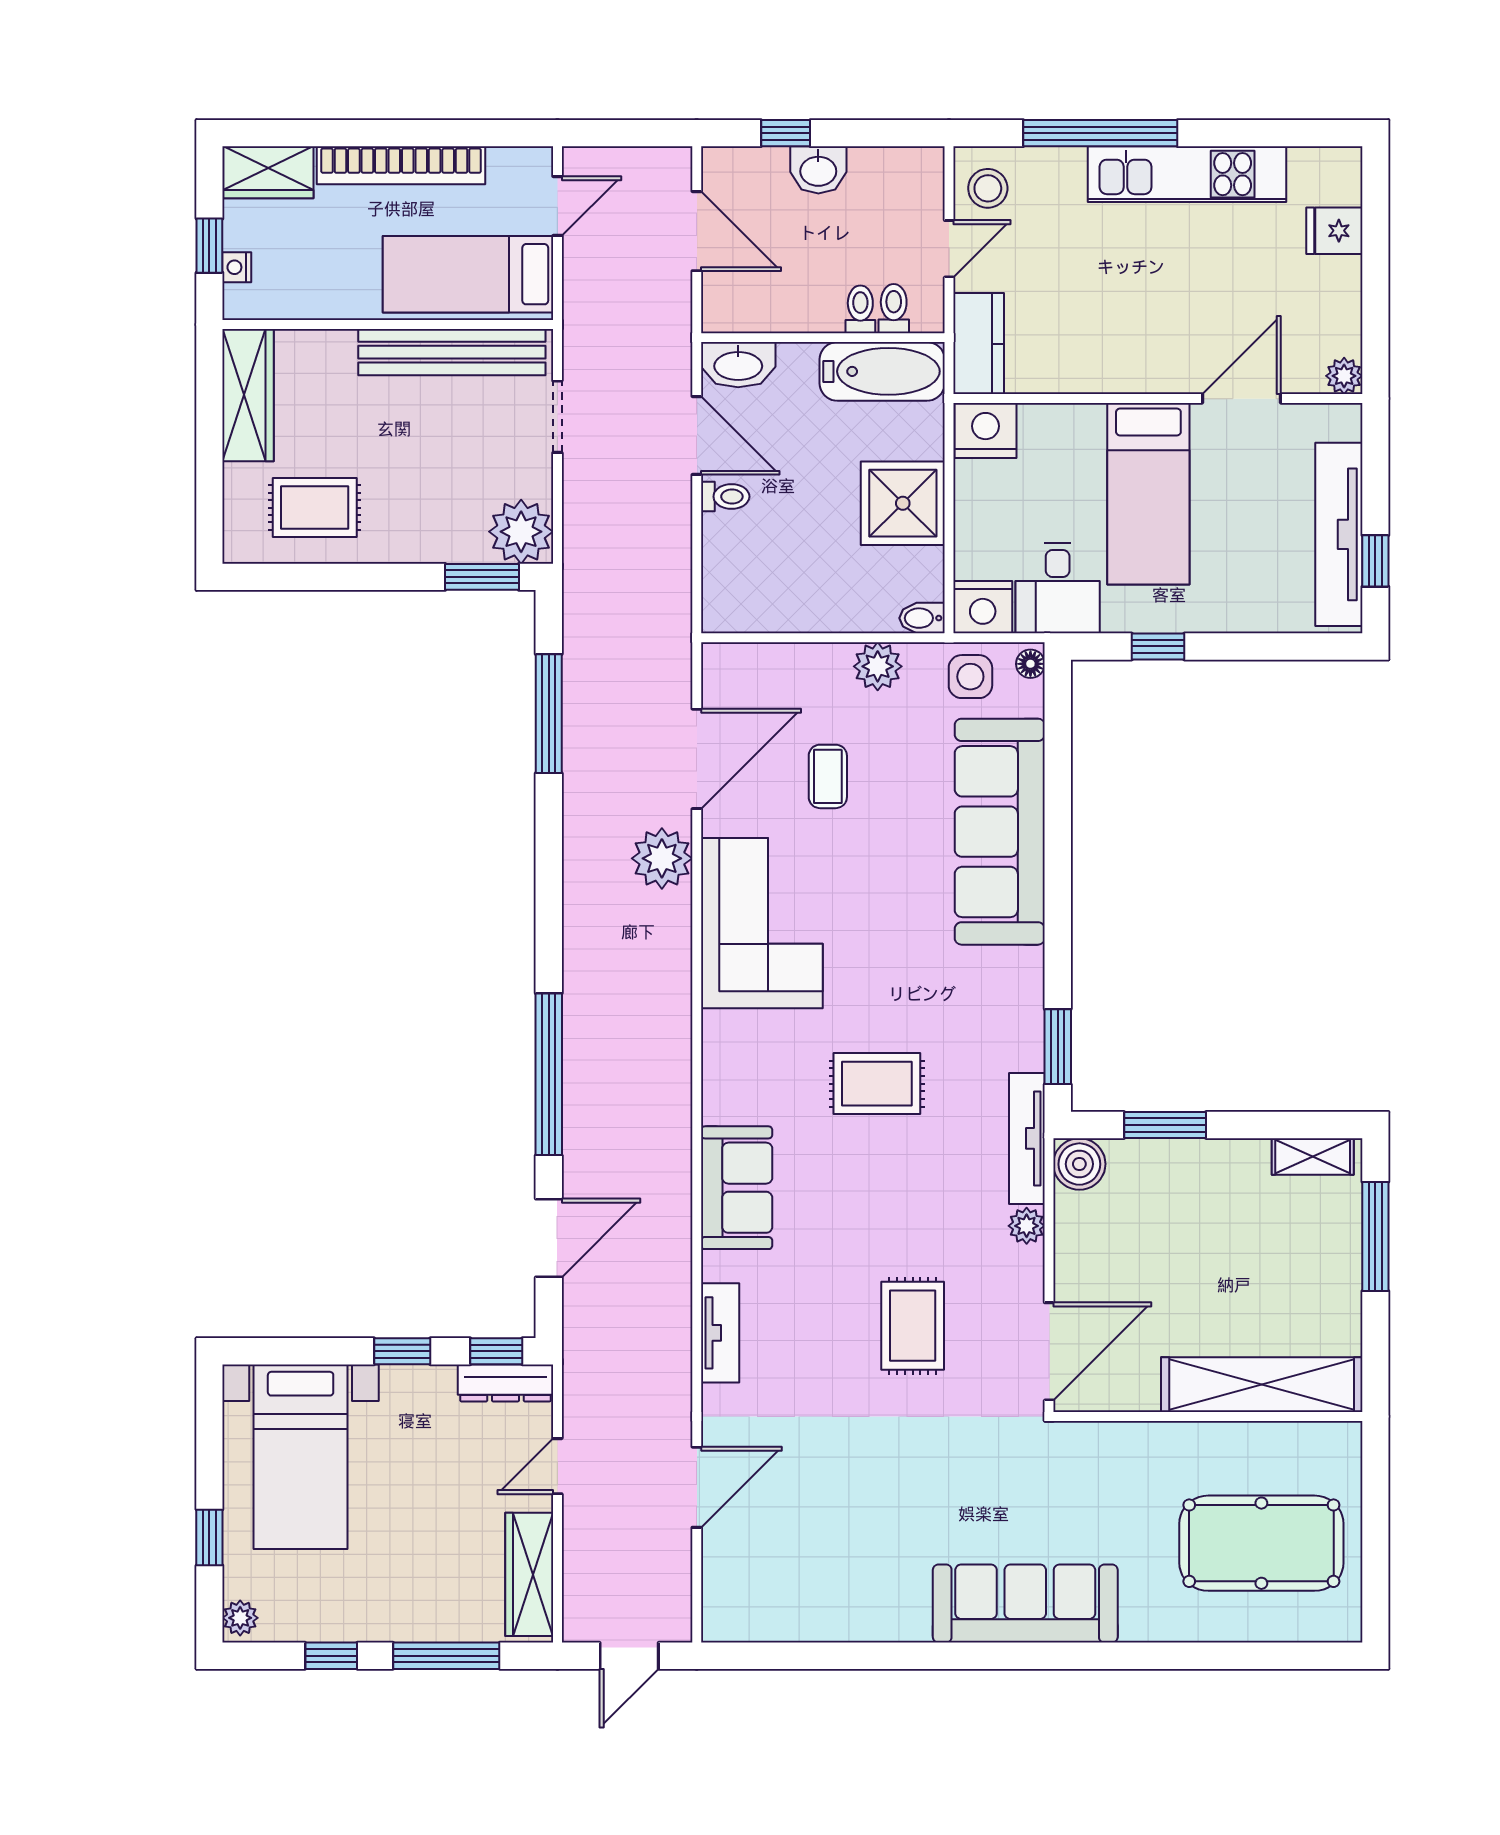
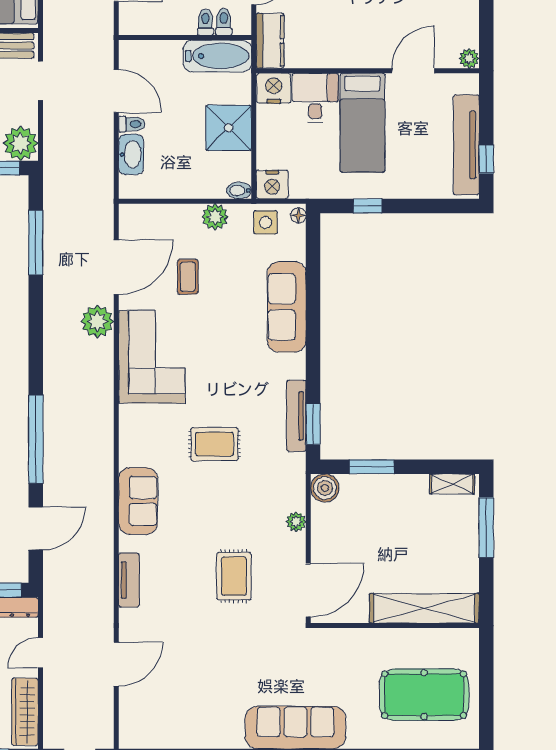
washbasin: (738, 365) -> (131, 154), moved, turned -90
desk: (1058, 588) -> (315, 98), moved, turned 180
sofa: (1000, 832) -> (287, 307), width x0.74, depth x0.79
tv unit: (1027, 1138) -> (296, 416), moved

